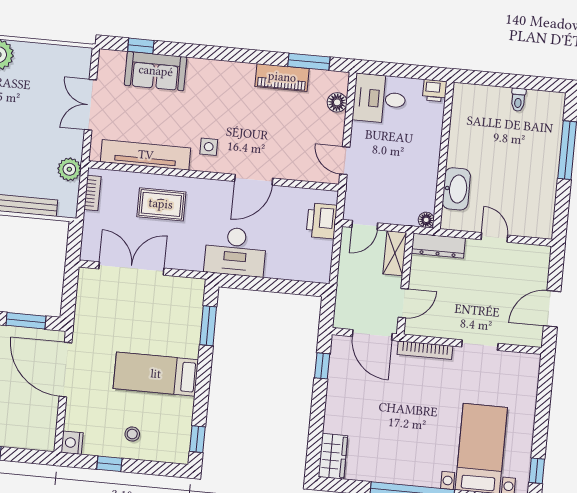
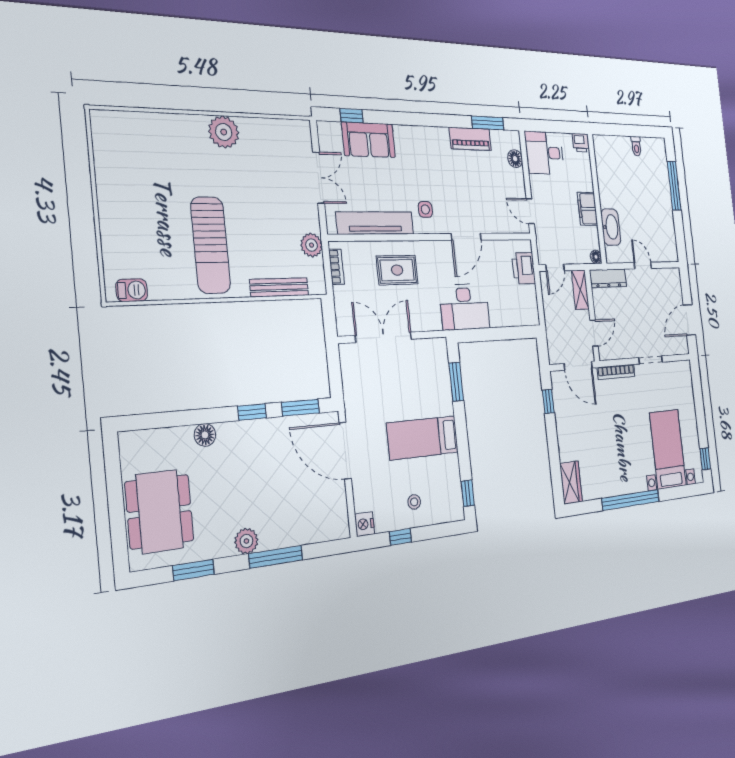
double door: (91, 105) -> (319, 178), swing flipped
filing cabinet: (427, 165) -> (587, 209), added

